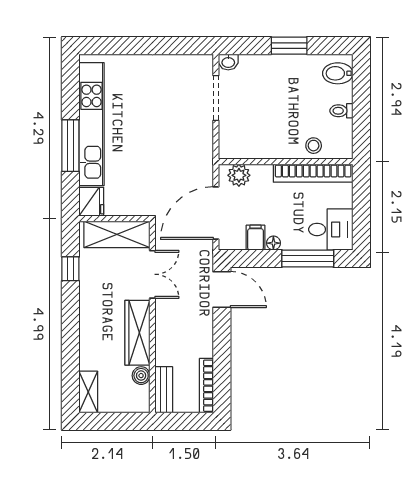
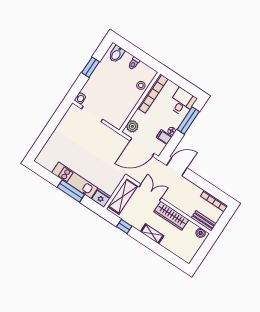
kitchen unit: (92, 124) -> (75, 180), width x0.73
door: (216, 213) -> (142, 147), hinge flipped
boiler: (141, 376) -> (201, 233), moved
shelving: (88, 392) -> (152, 234), moved

